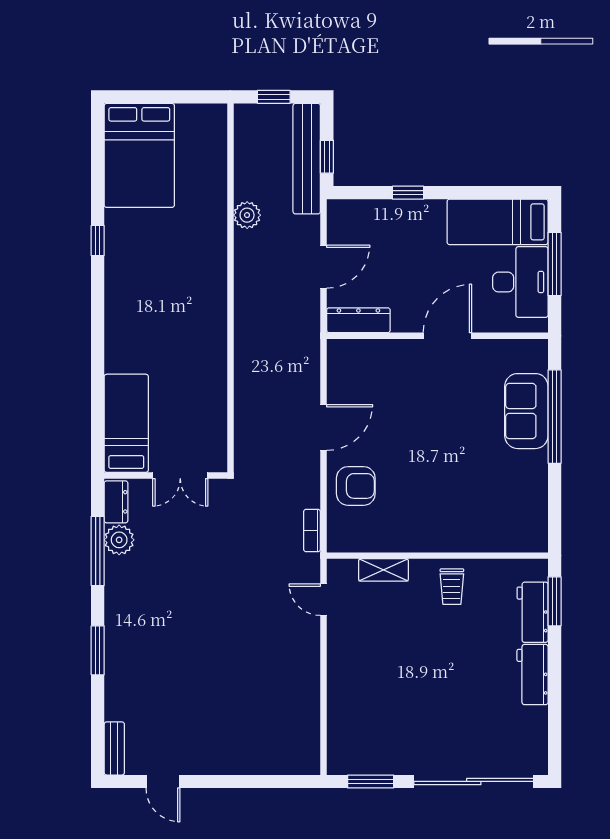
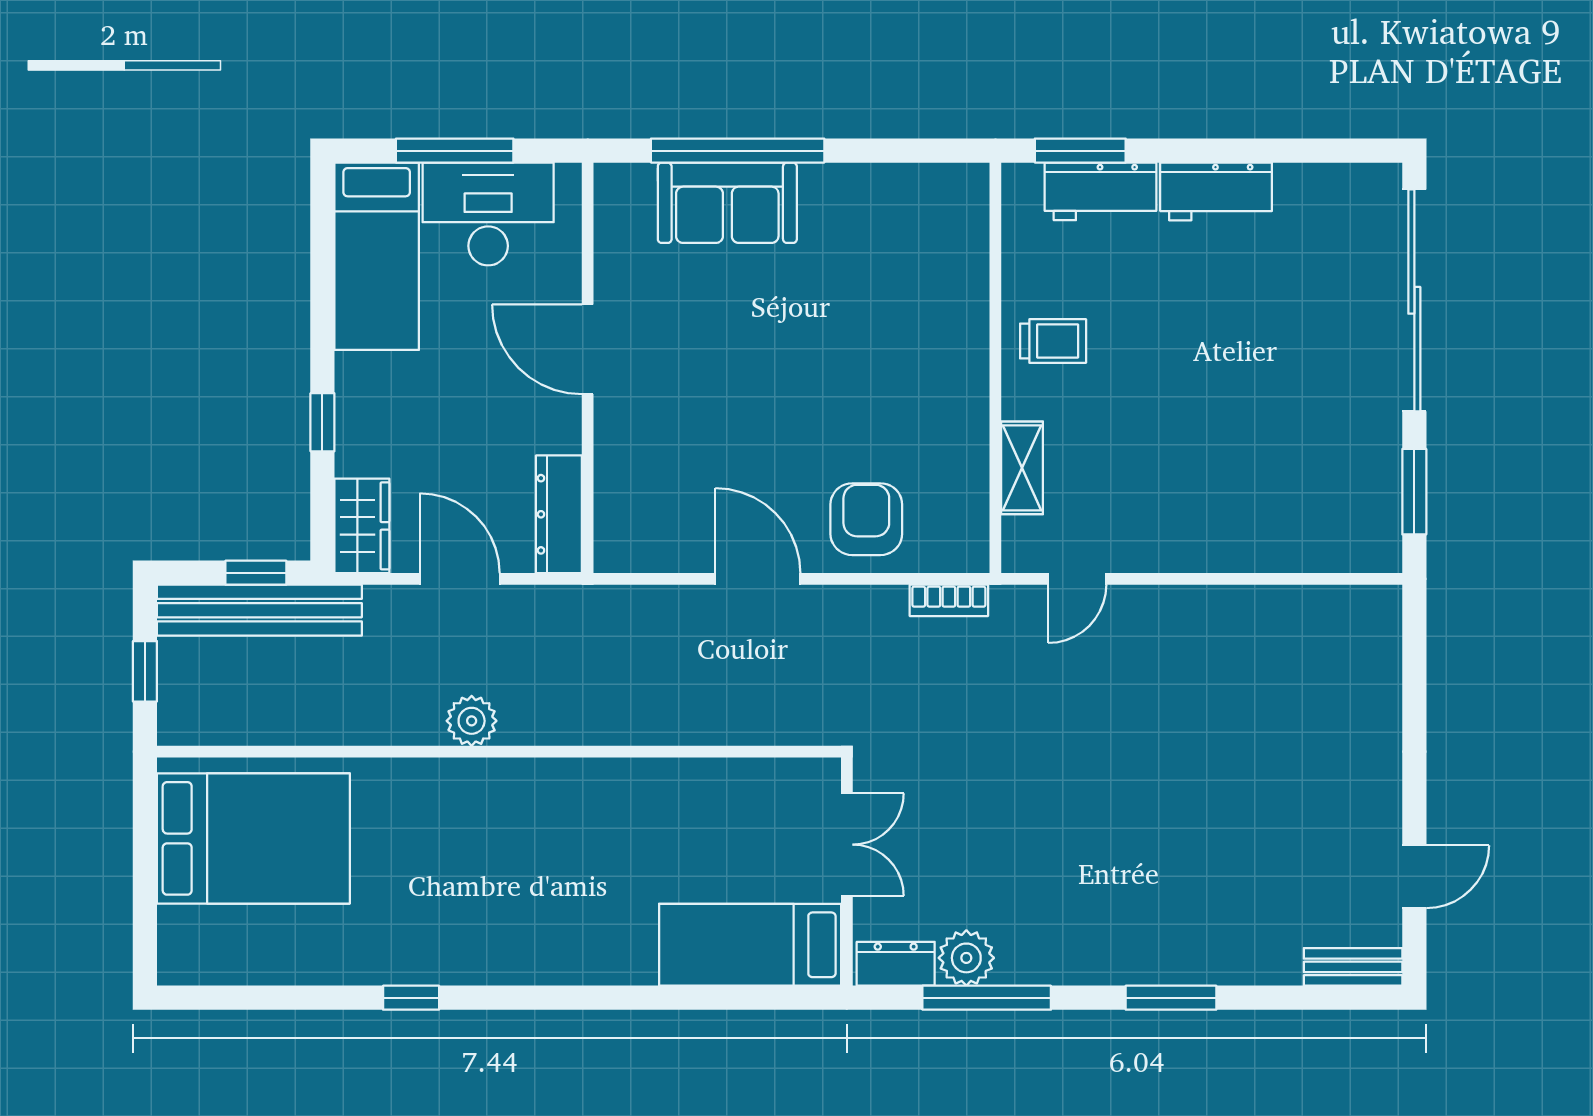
bed: (139, 155) -> (253, 838), moved
wardrobe: (352, 214) -> (362, 526), added
plant: (247, 215) -> (472, 721), moved

